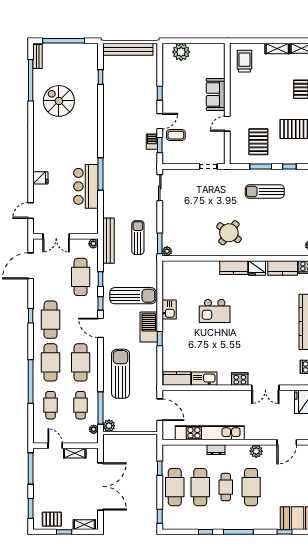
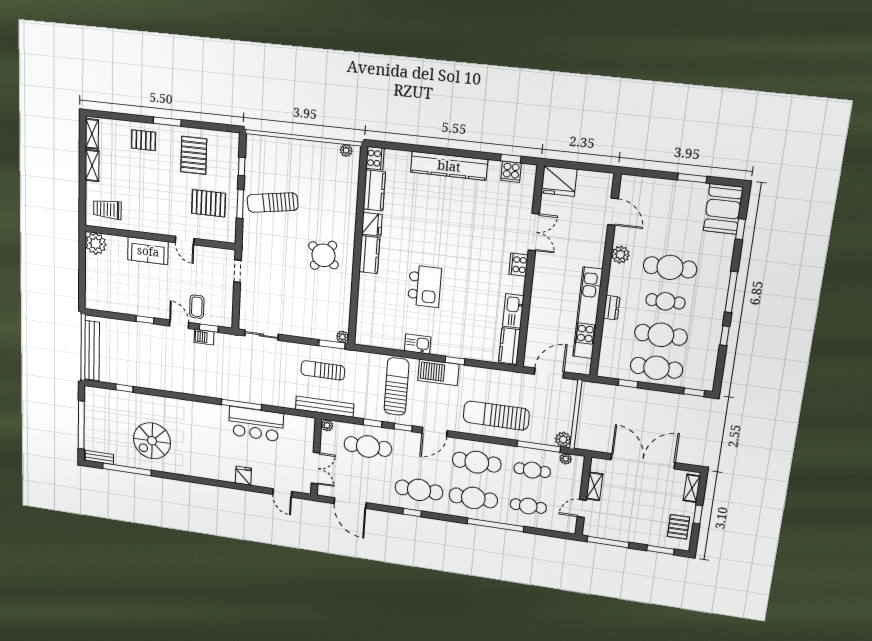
plant: (181, 52) -> (96, 244), moved
sun lounger: (265, 191) -> (273, 203), turned 81

